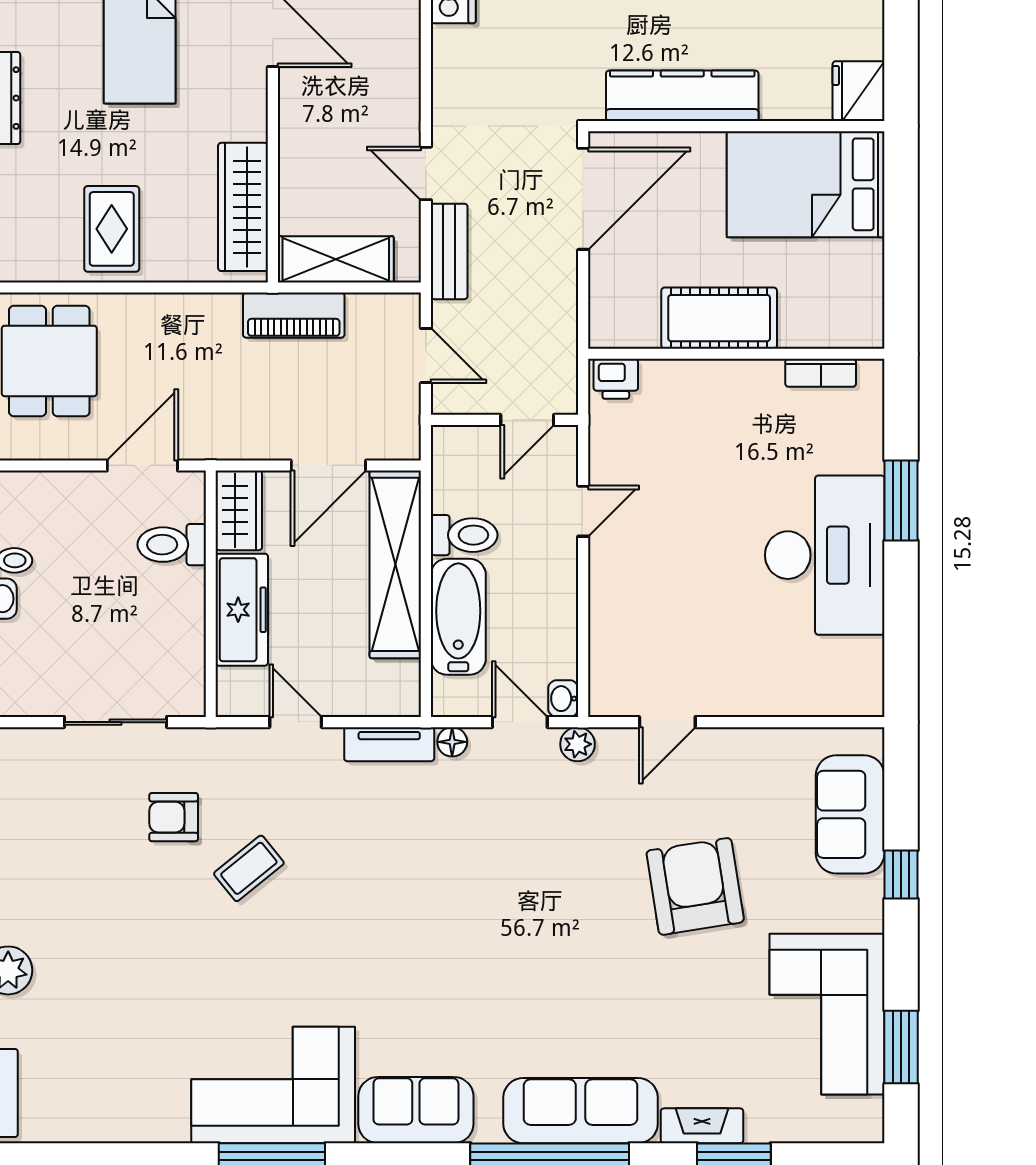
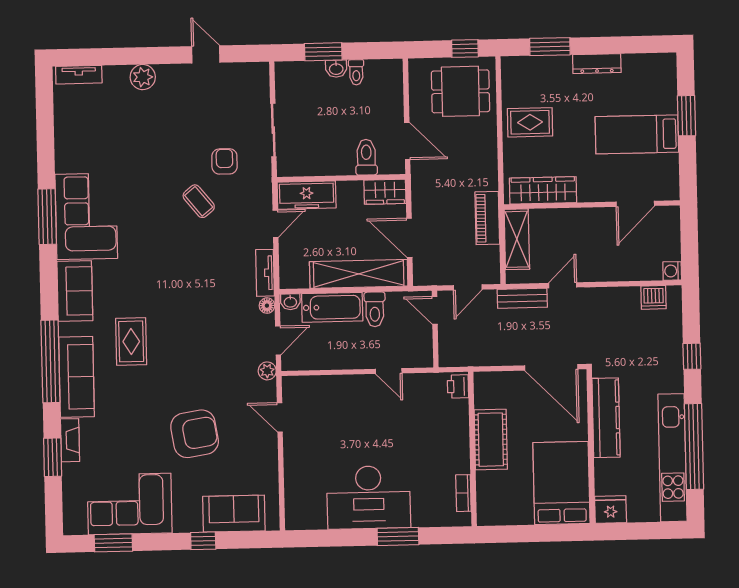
door: (527, 420) -> (435, 310), moved
freezer: (242, 610) -> (307, 195), moved
washbasin: (563, 699) -> (290, 302), moved, turned 180
rug: (515, 1004) -> (131, 341), added

